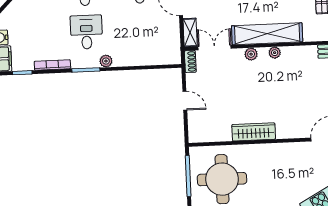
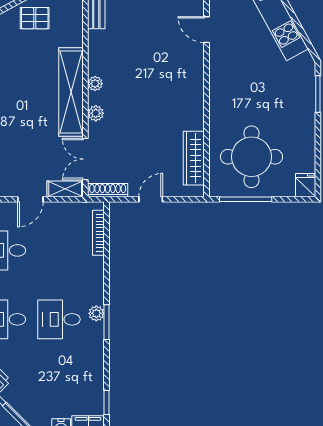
plant: (106, 61) -> (96, 313), moved
shoe rack: (190, 62) -> (108, 190), width x1.43
bookcase: (52, 65) -> (98, 233), moved
wardrobe: (254, 132) -> (194, 158), moved

